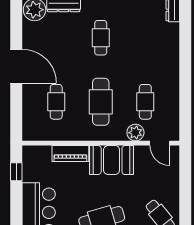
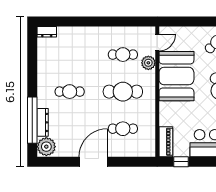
piano: (70, 153) -> (166, 142), moved
booth: (112, 160) -> (176, 76), width x1.36, depth x1.42

